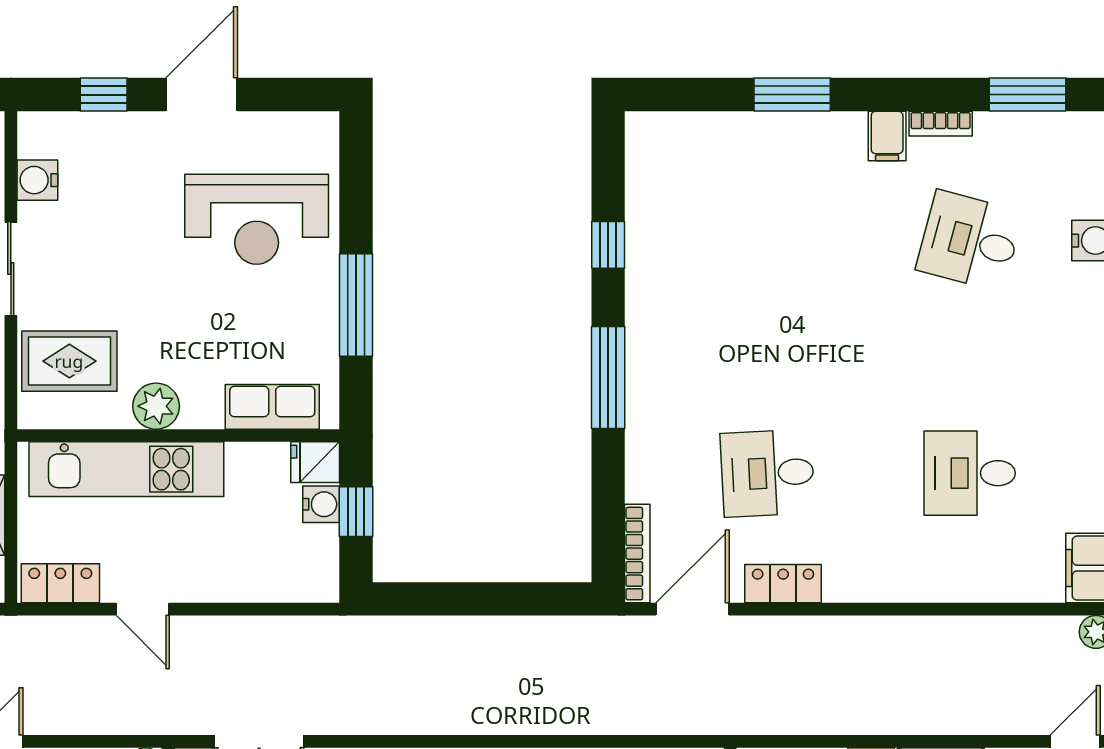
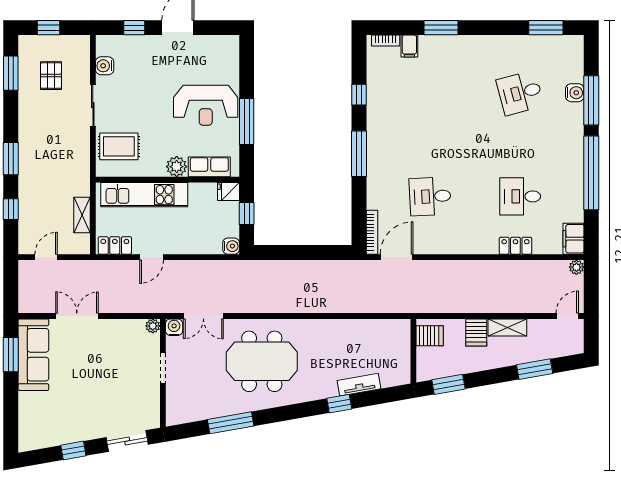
bookcase: (941, 124) -> (386, 41), moved
filing cabinet: (887, 136) -> (409, 46), moved
reception desk: (257, 219) -> (206, 105), moved
desk: (970, 241) -> (520, 93), turned -30
plant: (156, 406) -> (177, 167), moved
water cooler: (321, 504) -> (231, 246), moved
locker: (783, 584) -> (515, 246), moved
door: (143, 609) -> (152, 257), hinge flipped

